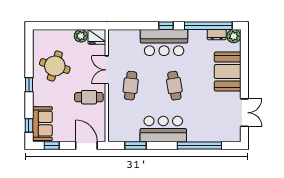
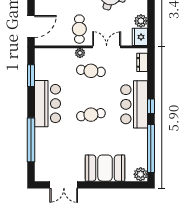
dresser: (217, 35) -> (142, 62), moved
plant: (113, 97) -> (80, 53), added

